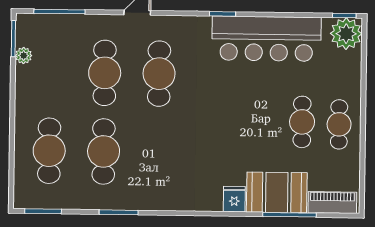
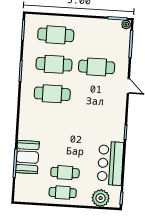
plant: (346, 34) -> (101, 198), moved
bar counter: (266, 39) -> (110, 163), width x0.73
plant: (24, 56) -> (126, 25), moved
cafe table: (159, 74) -> (52, 94), moved
fridge: (234, 199) -> (25, 134), removed
piano: (332, 202) -> (21, 187), removed

